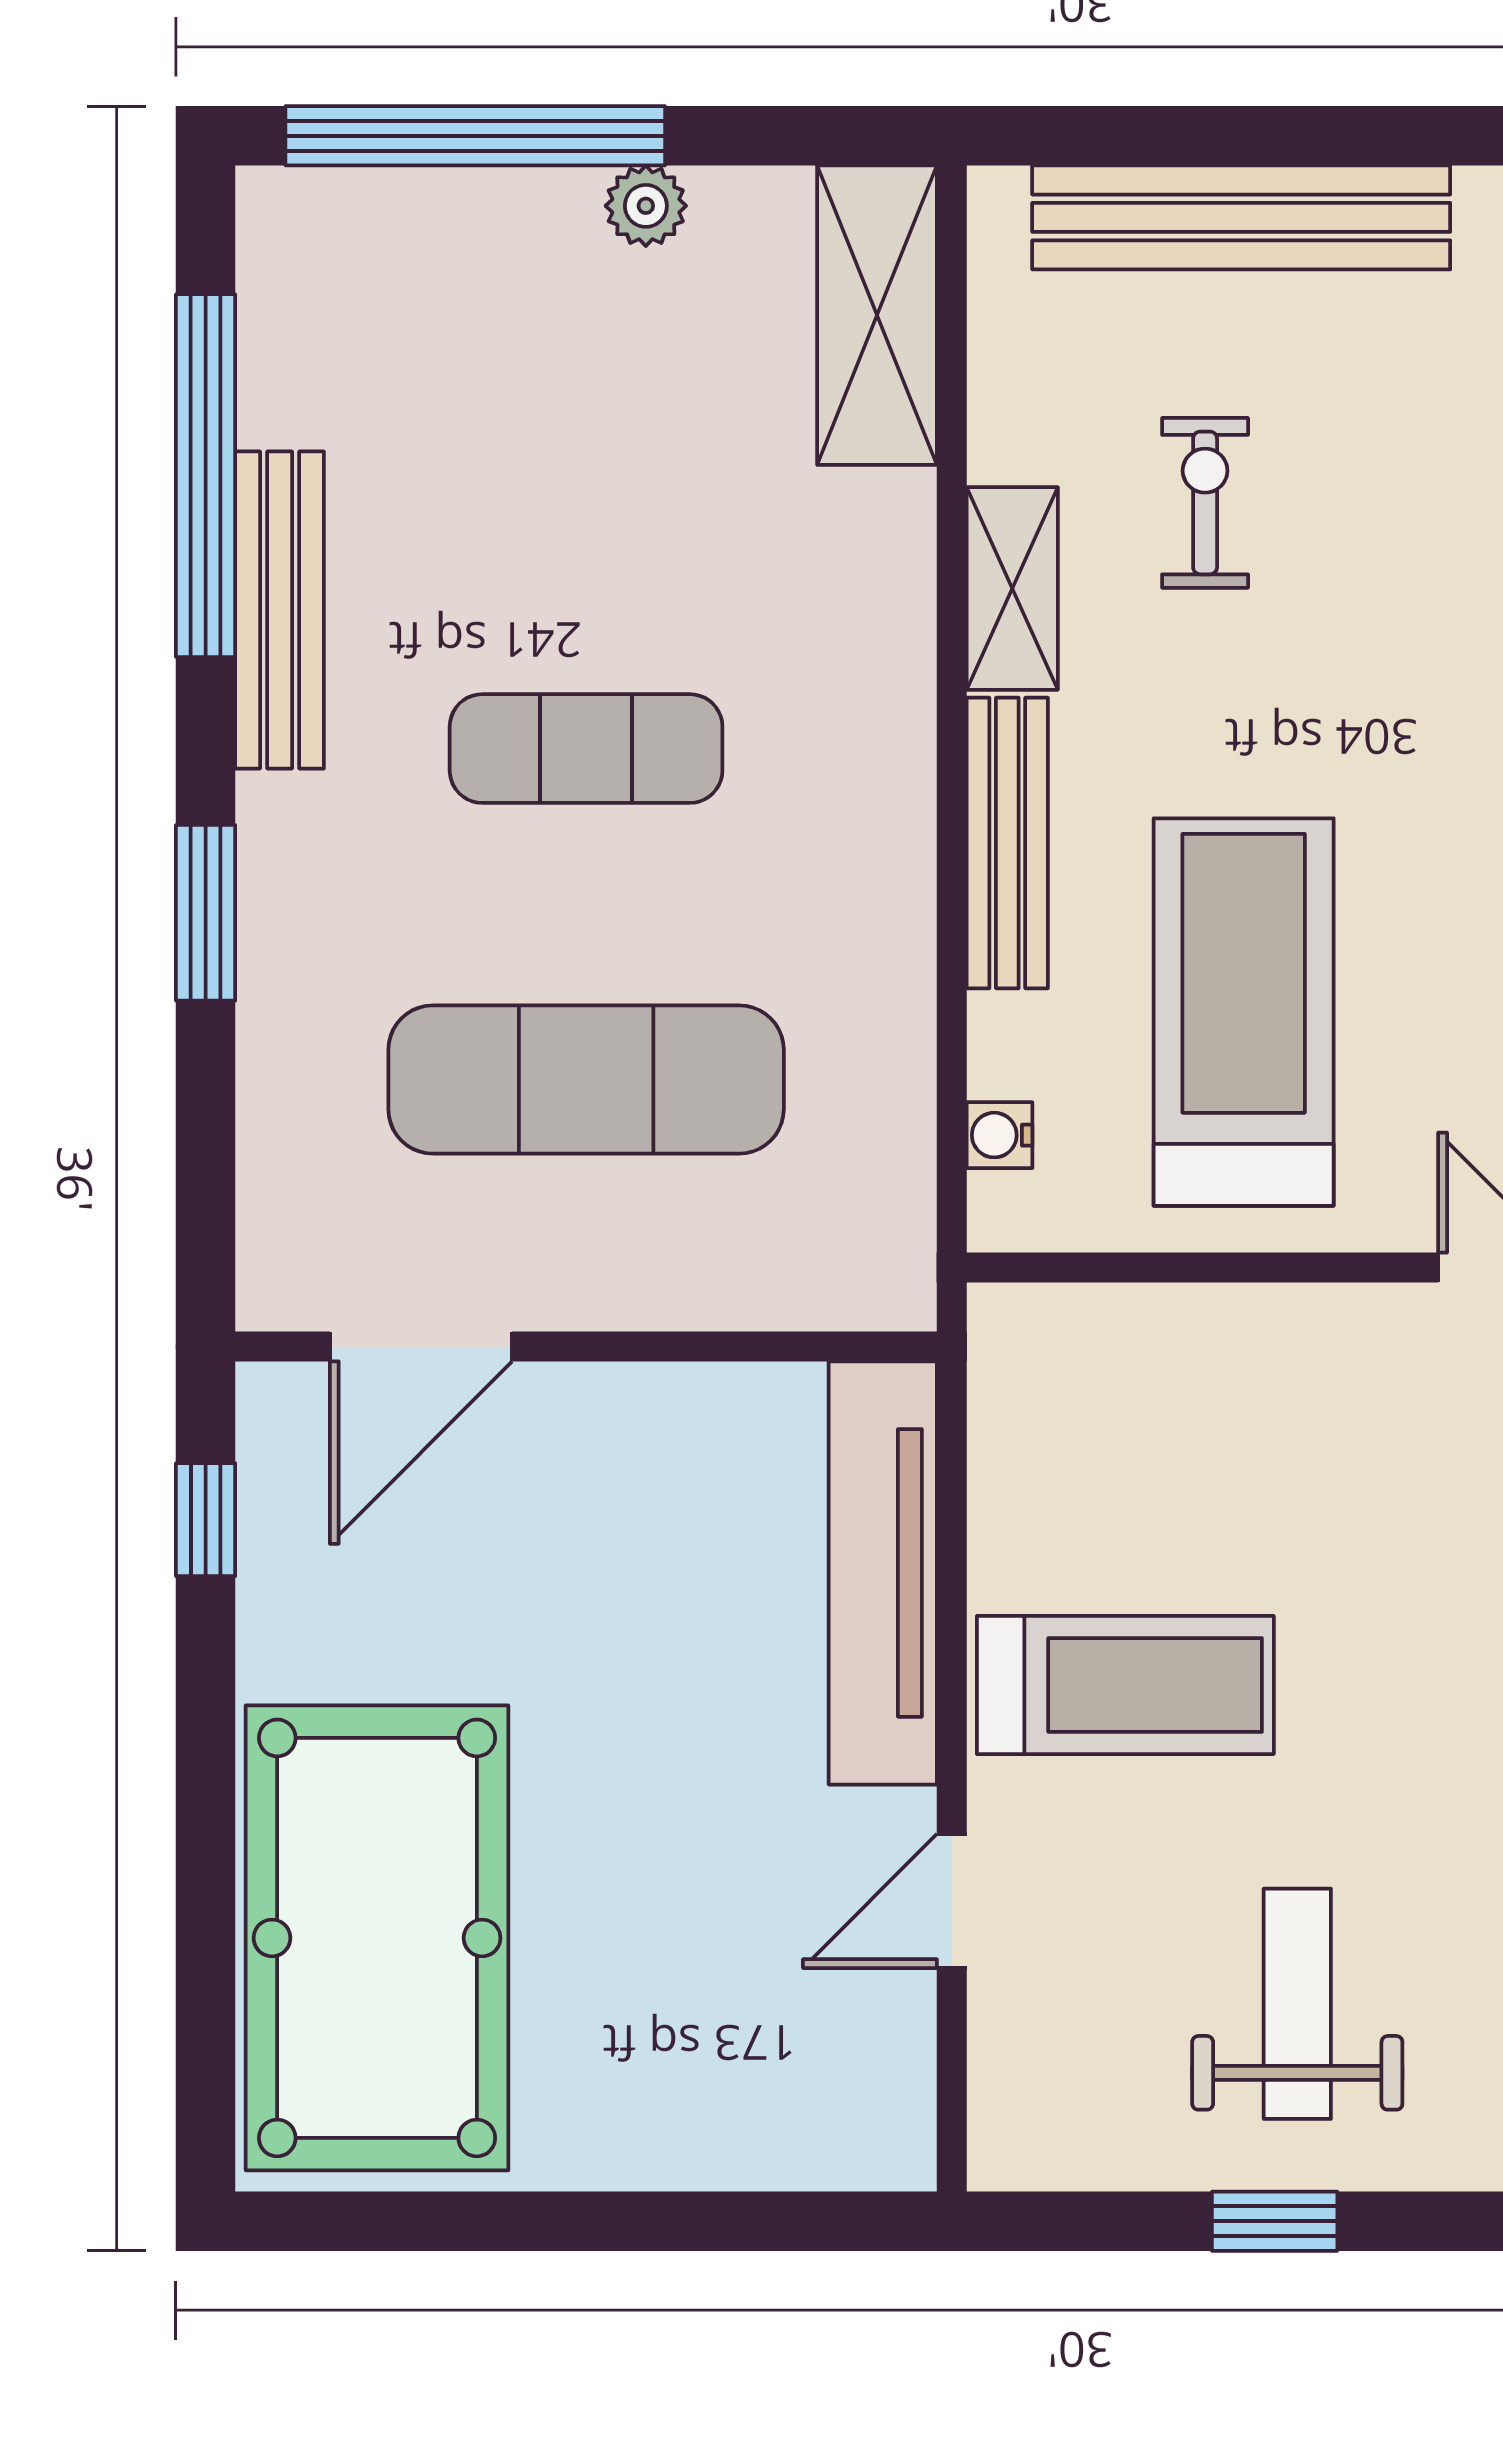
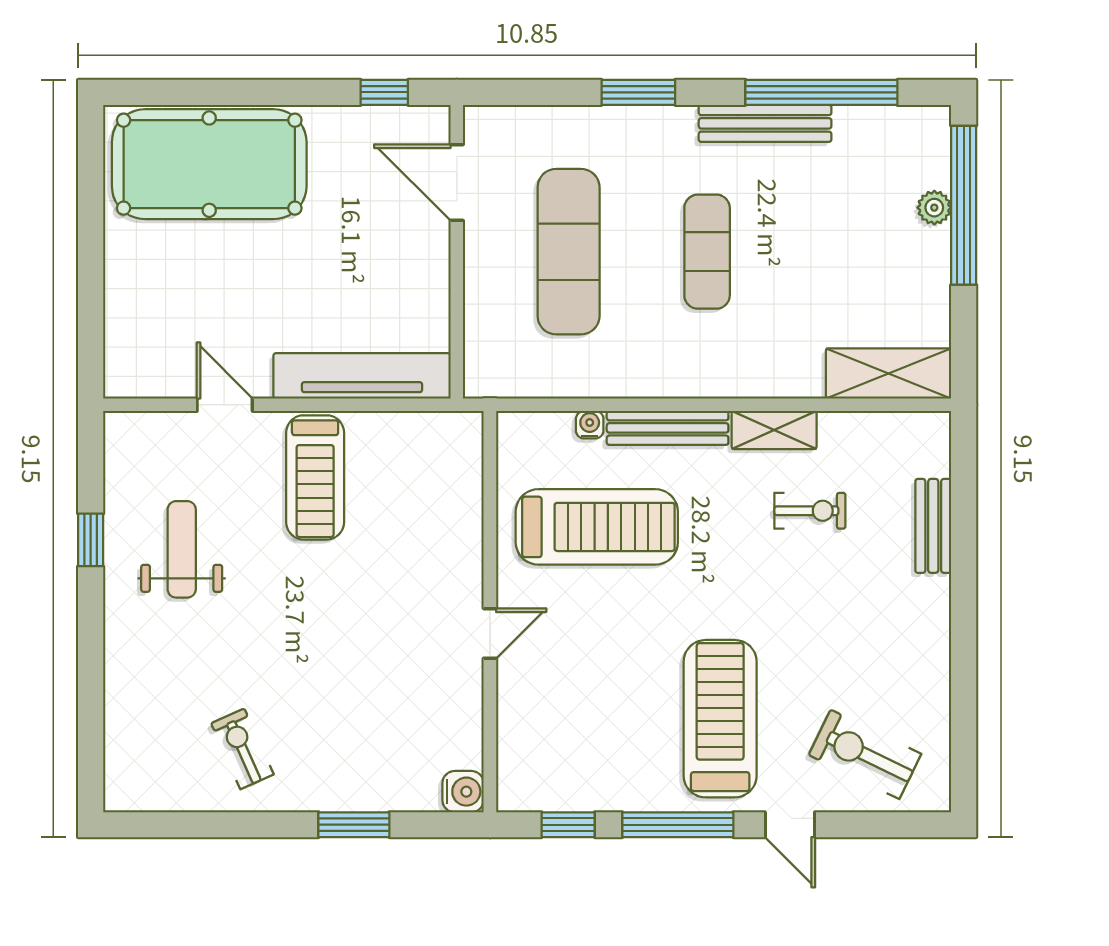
plant: (646, 206) -> (934, 208), moved
bench: (1241, 217) -> (933, 526), width x0.54, depth x0.82
water cooler: (1000, 1135) -> (590, 425), moved
weight bench: (1297, 2004) -> (182, 549), turned -90

